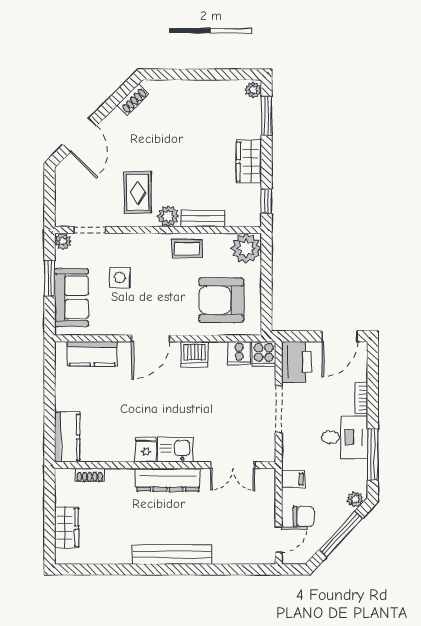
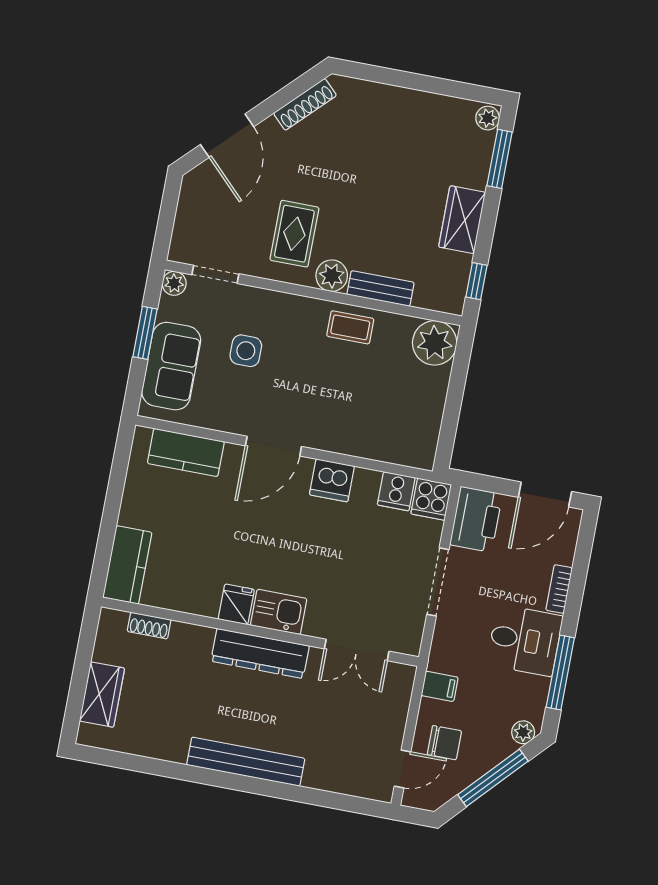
shoe rack: (133, 99) -> (305, 104), width x1.43
armchair: (221, 300) -> (385, 411), removed

